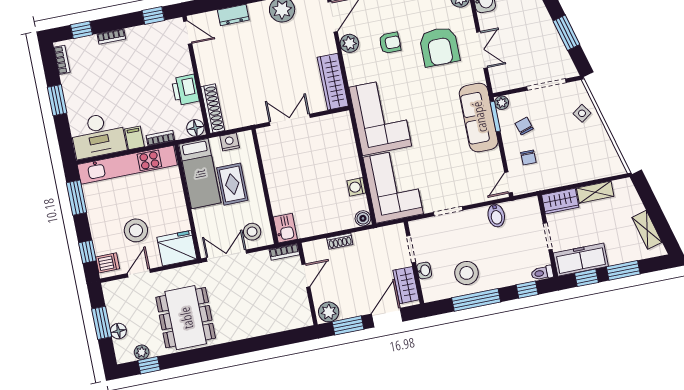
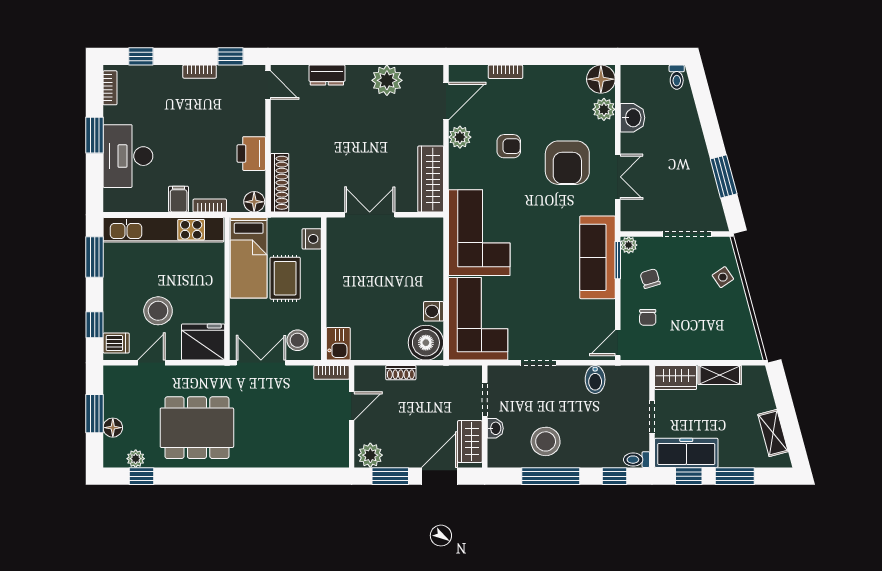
bookcase: (111, 37) -> (200, 72), moved
desk: (98, 135) -> (128, 156), moved, turned 90
nightstand: (230, 142) -> (312, 239), moved, turned 90
boiler: (363, 218) -> (426, 343), width x1.86, depth x1.86
dining table: (186, 318) -> (197, 428), turned 90

